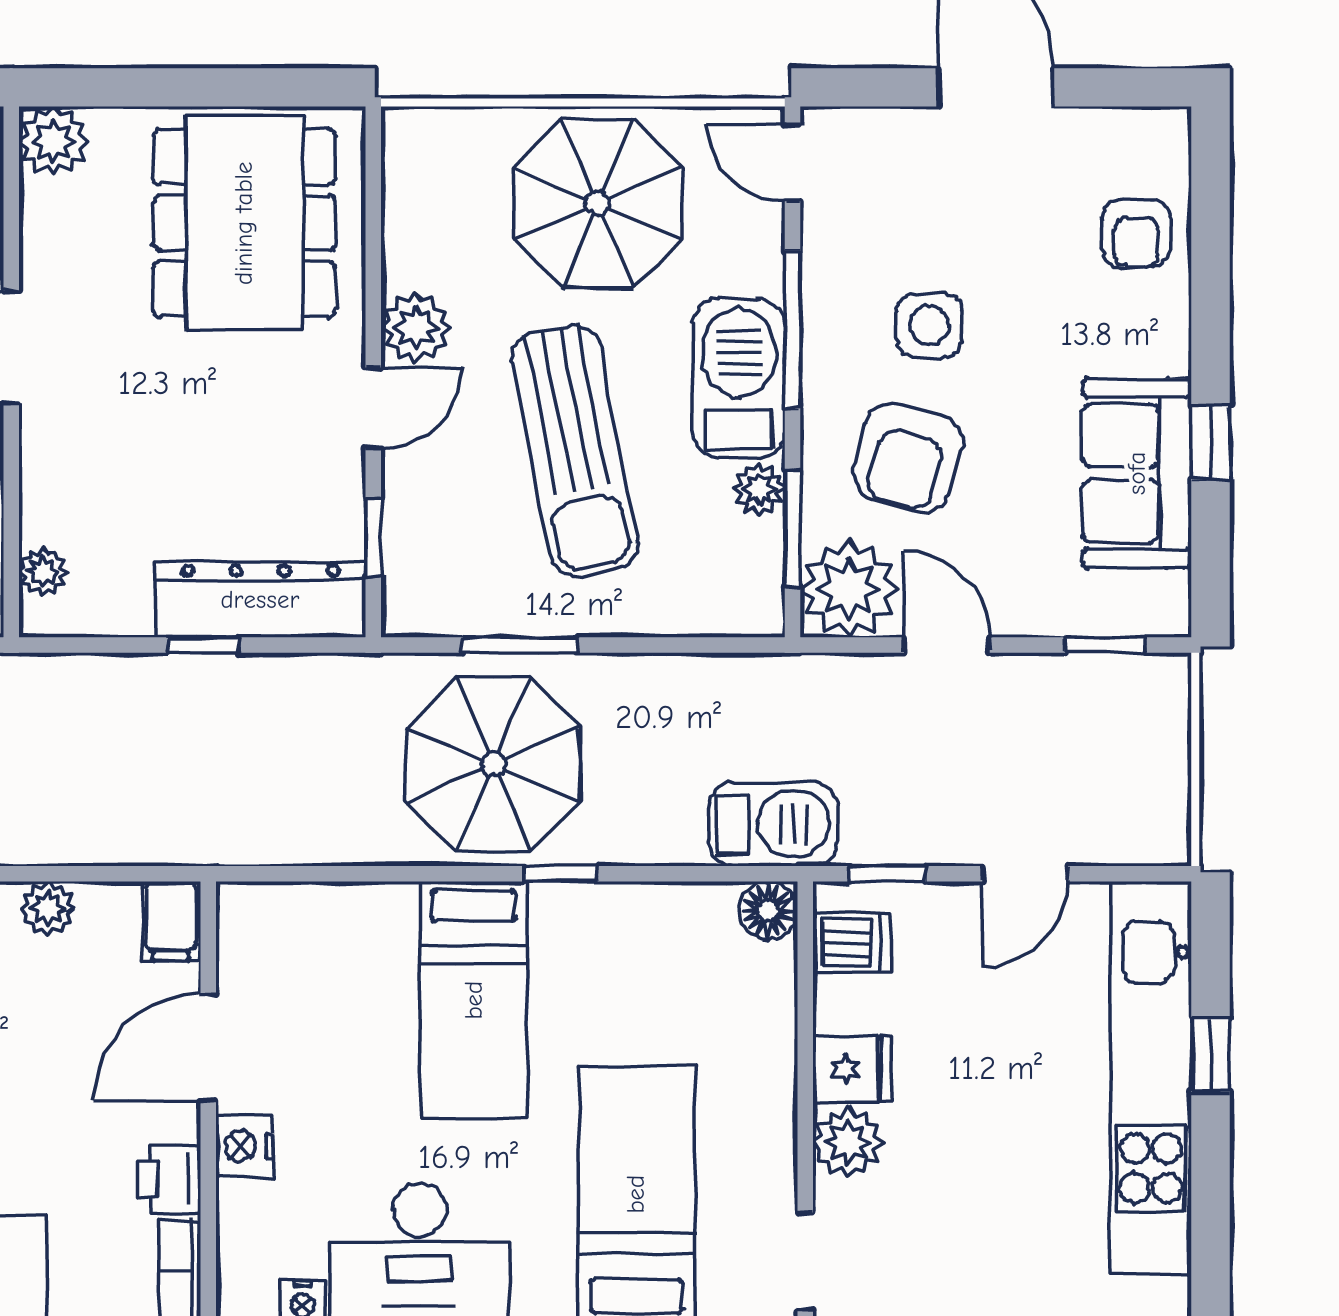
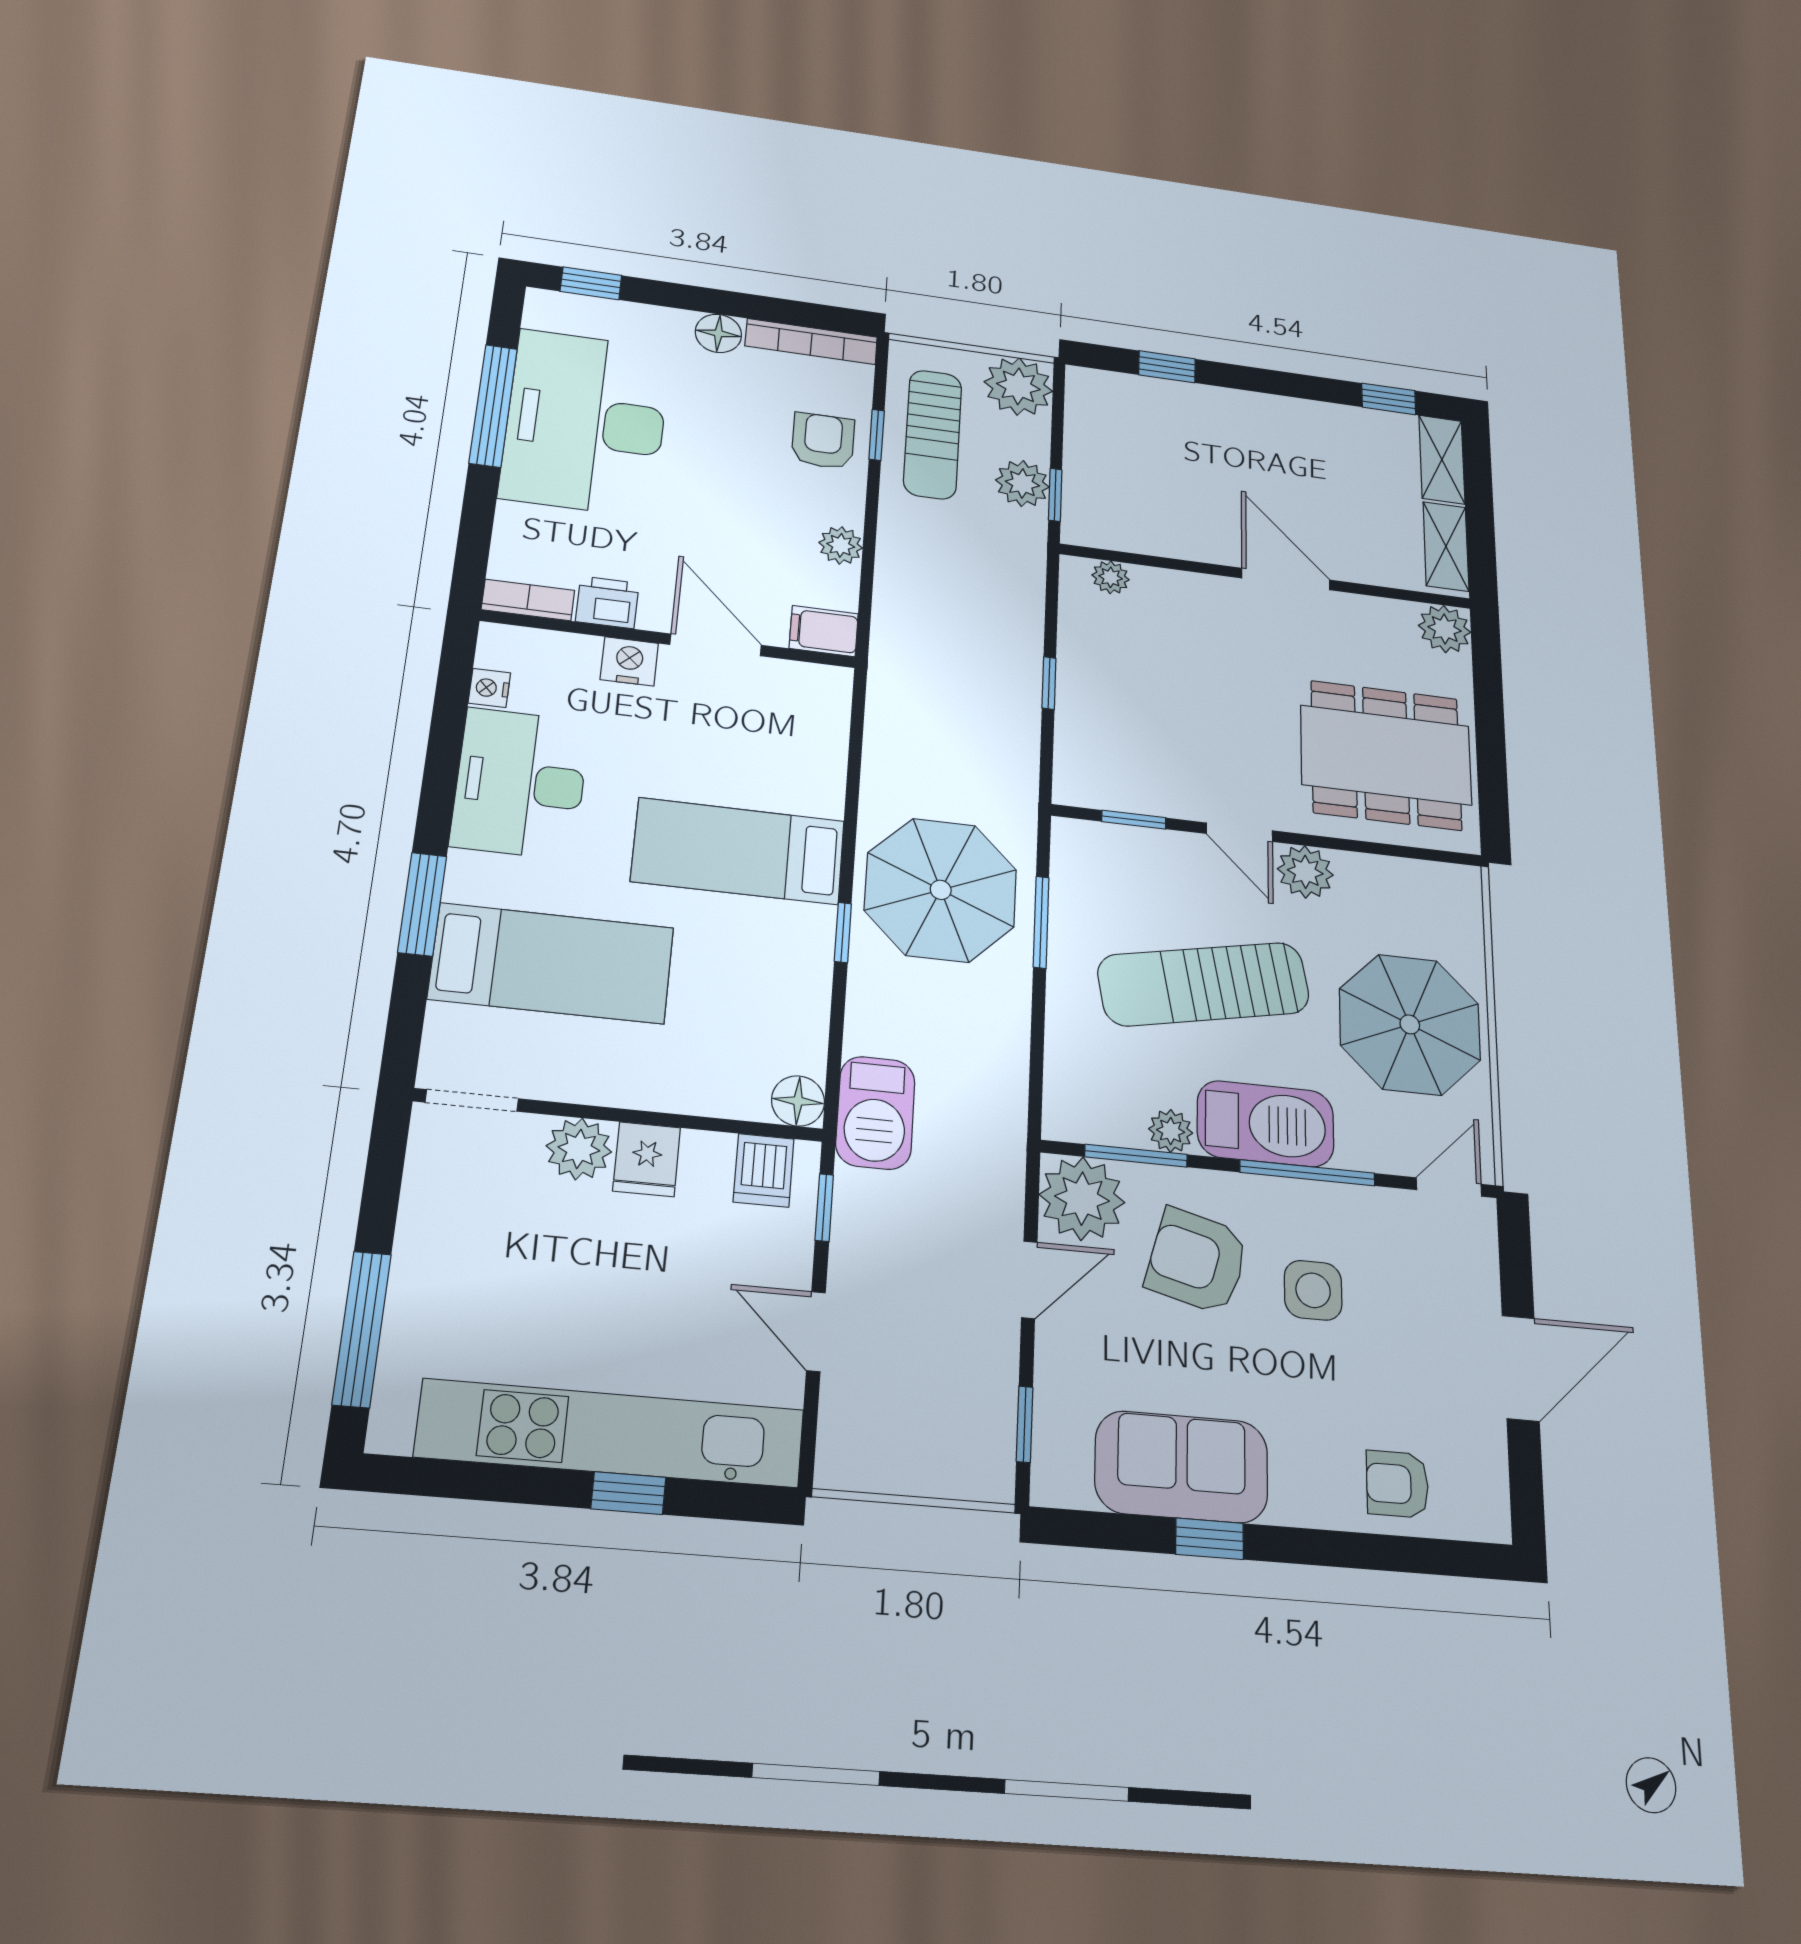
dresser: (260, 600) -> (1084, 729), removed

